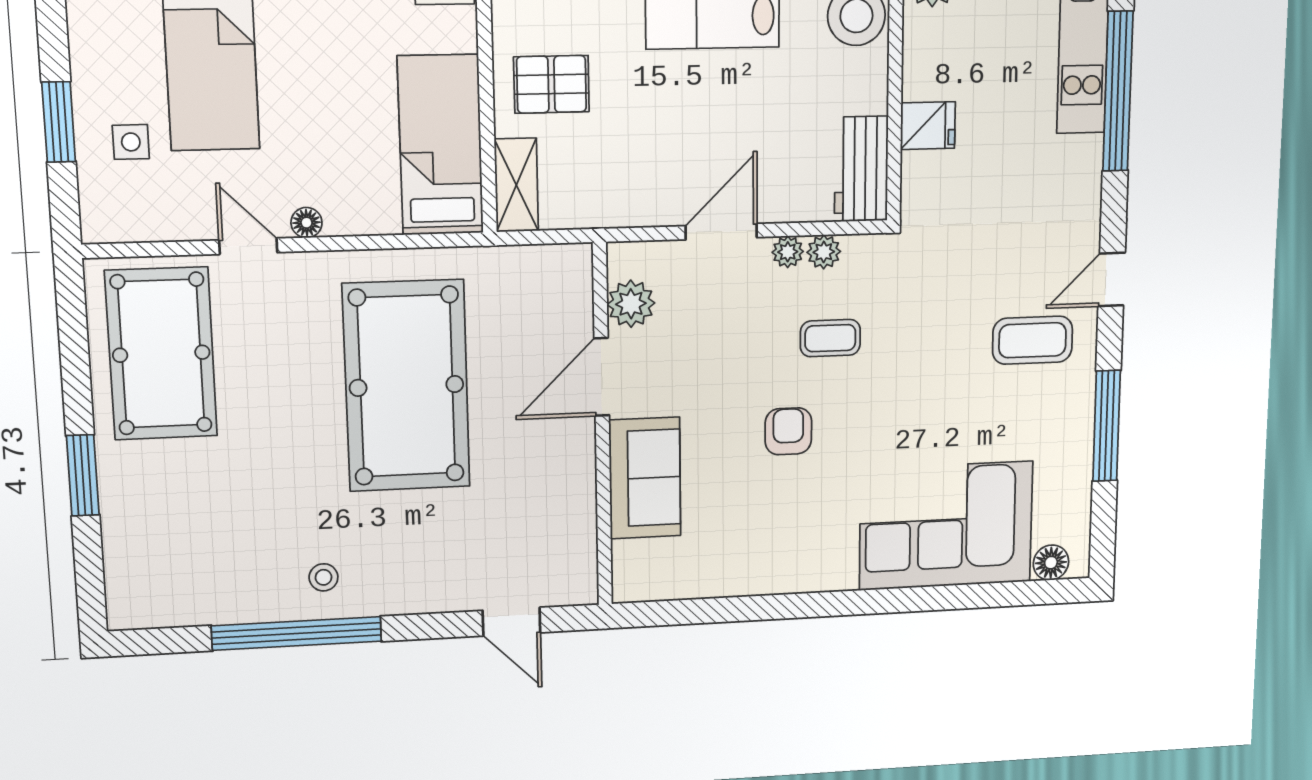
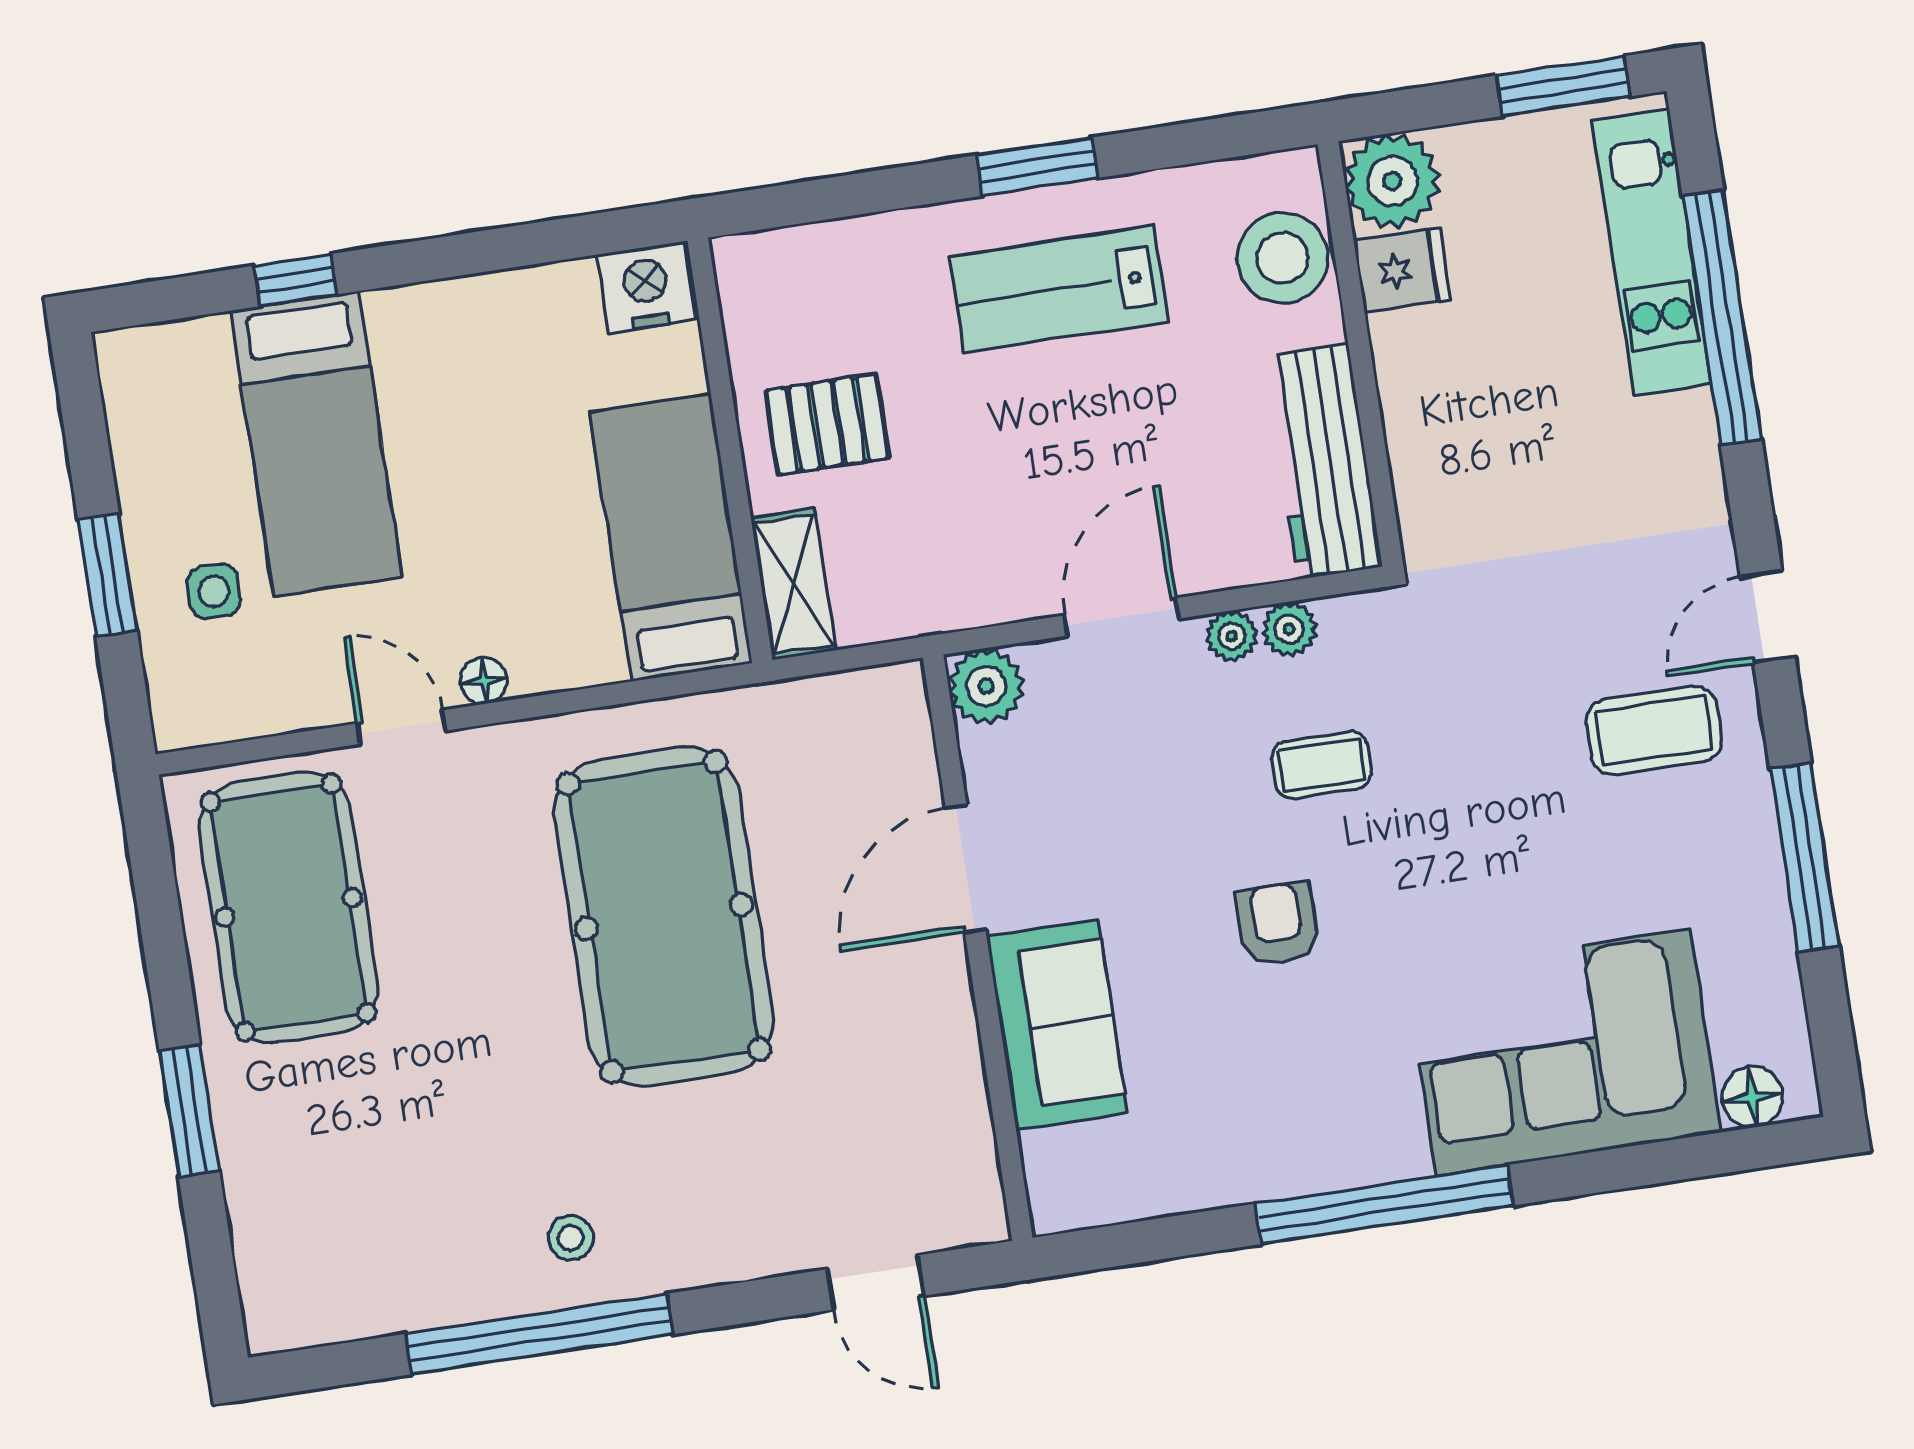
fridge: (928, 126) -> (1402, 270), moved
workbench: (861, 169) -> (1323, 461), width x1.37
plant: (631, 304) -> (986, 686), moved
window: (826, 604) -> (1384, 1205), added

